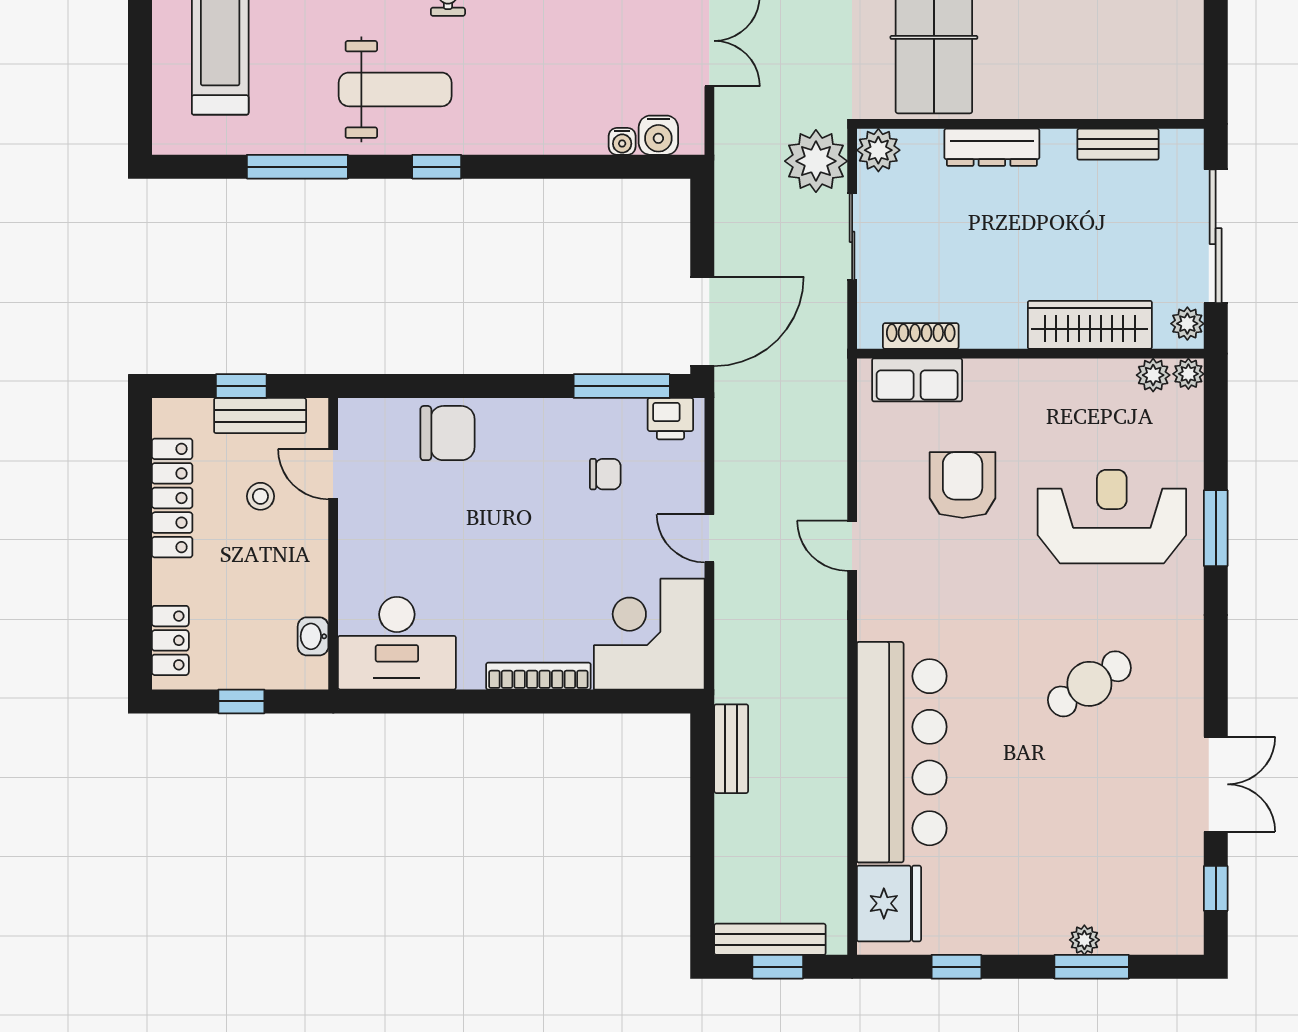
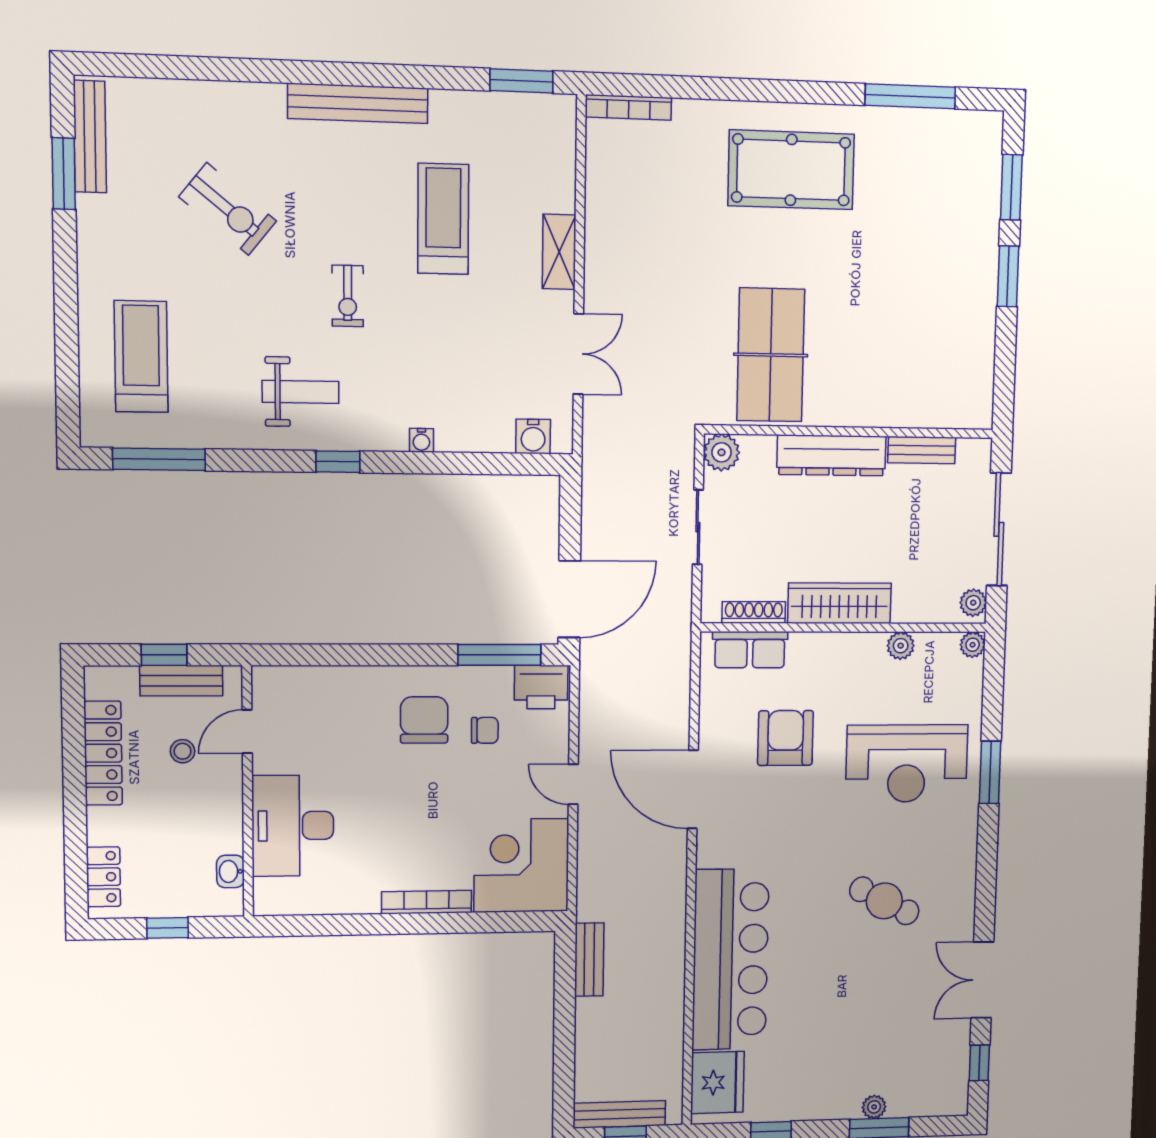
weight bench: (395, 89) -> (301, 392), width x0.73, depth x0.75
water cooler: (622, 141) -> (421, 440), moved
dresser: (992, 147) -> (831, 455), width x1.37, depth x1.24
plant: (816, 161) -> (668, 461), removed
window: (297, 167) -> (159, 459), moved
wardrobe: (1090, 325) -> (840, 603), moved
plant: (1153, 375) -> (901, 646), moved
printer: (670, 419) -> (541, 687), width x1.36, depth x1.24
chair: (448, 433) -> (424, 720), moved, turned -90
door: (333, 474) -> (247, 732), hinge flipped
reception desk: (1112, 517) -> (907, 763), turned 180
door: (852, 546) -> (693, 789), width x1.88
desk: (397, 643) -> (293, 826), moved, turned 90
cafe table: (1089, 684) -> (884, 901), turned 60
double door: (1216, 784) -> (982, 980), swing flipped

